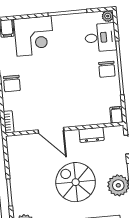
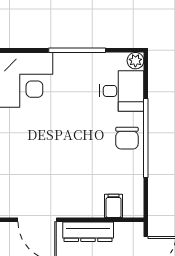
filing cabinet: (117, 115) -> (114, 206), moved
dresser: (92, 135) -> (88, 232), width x1.44

